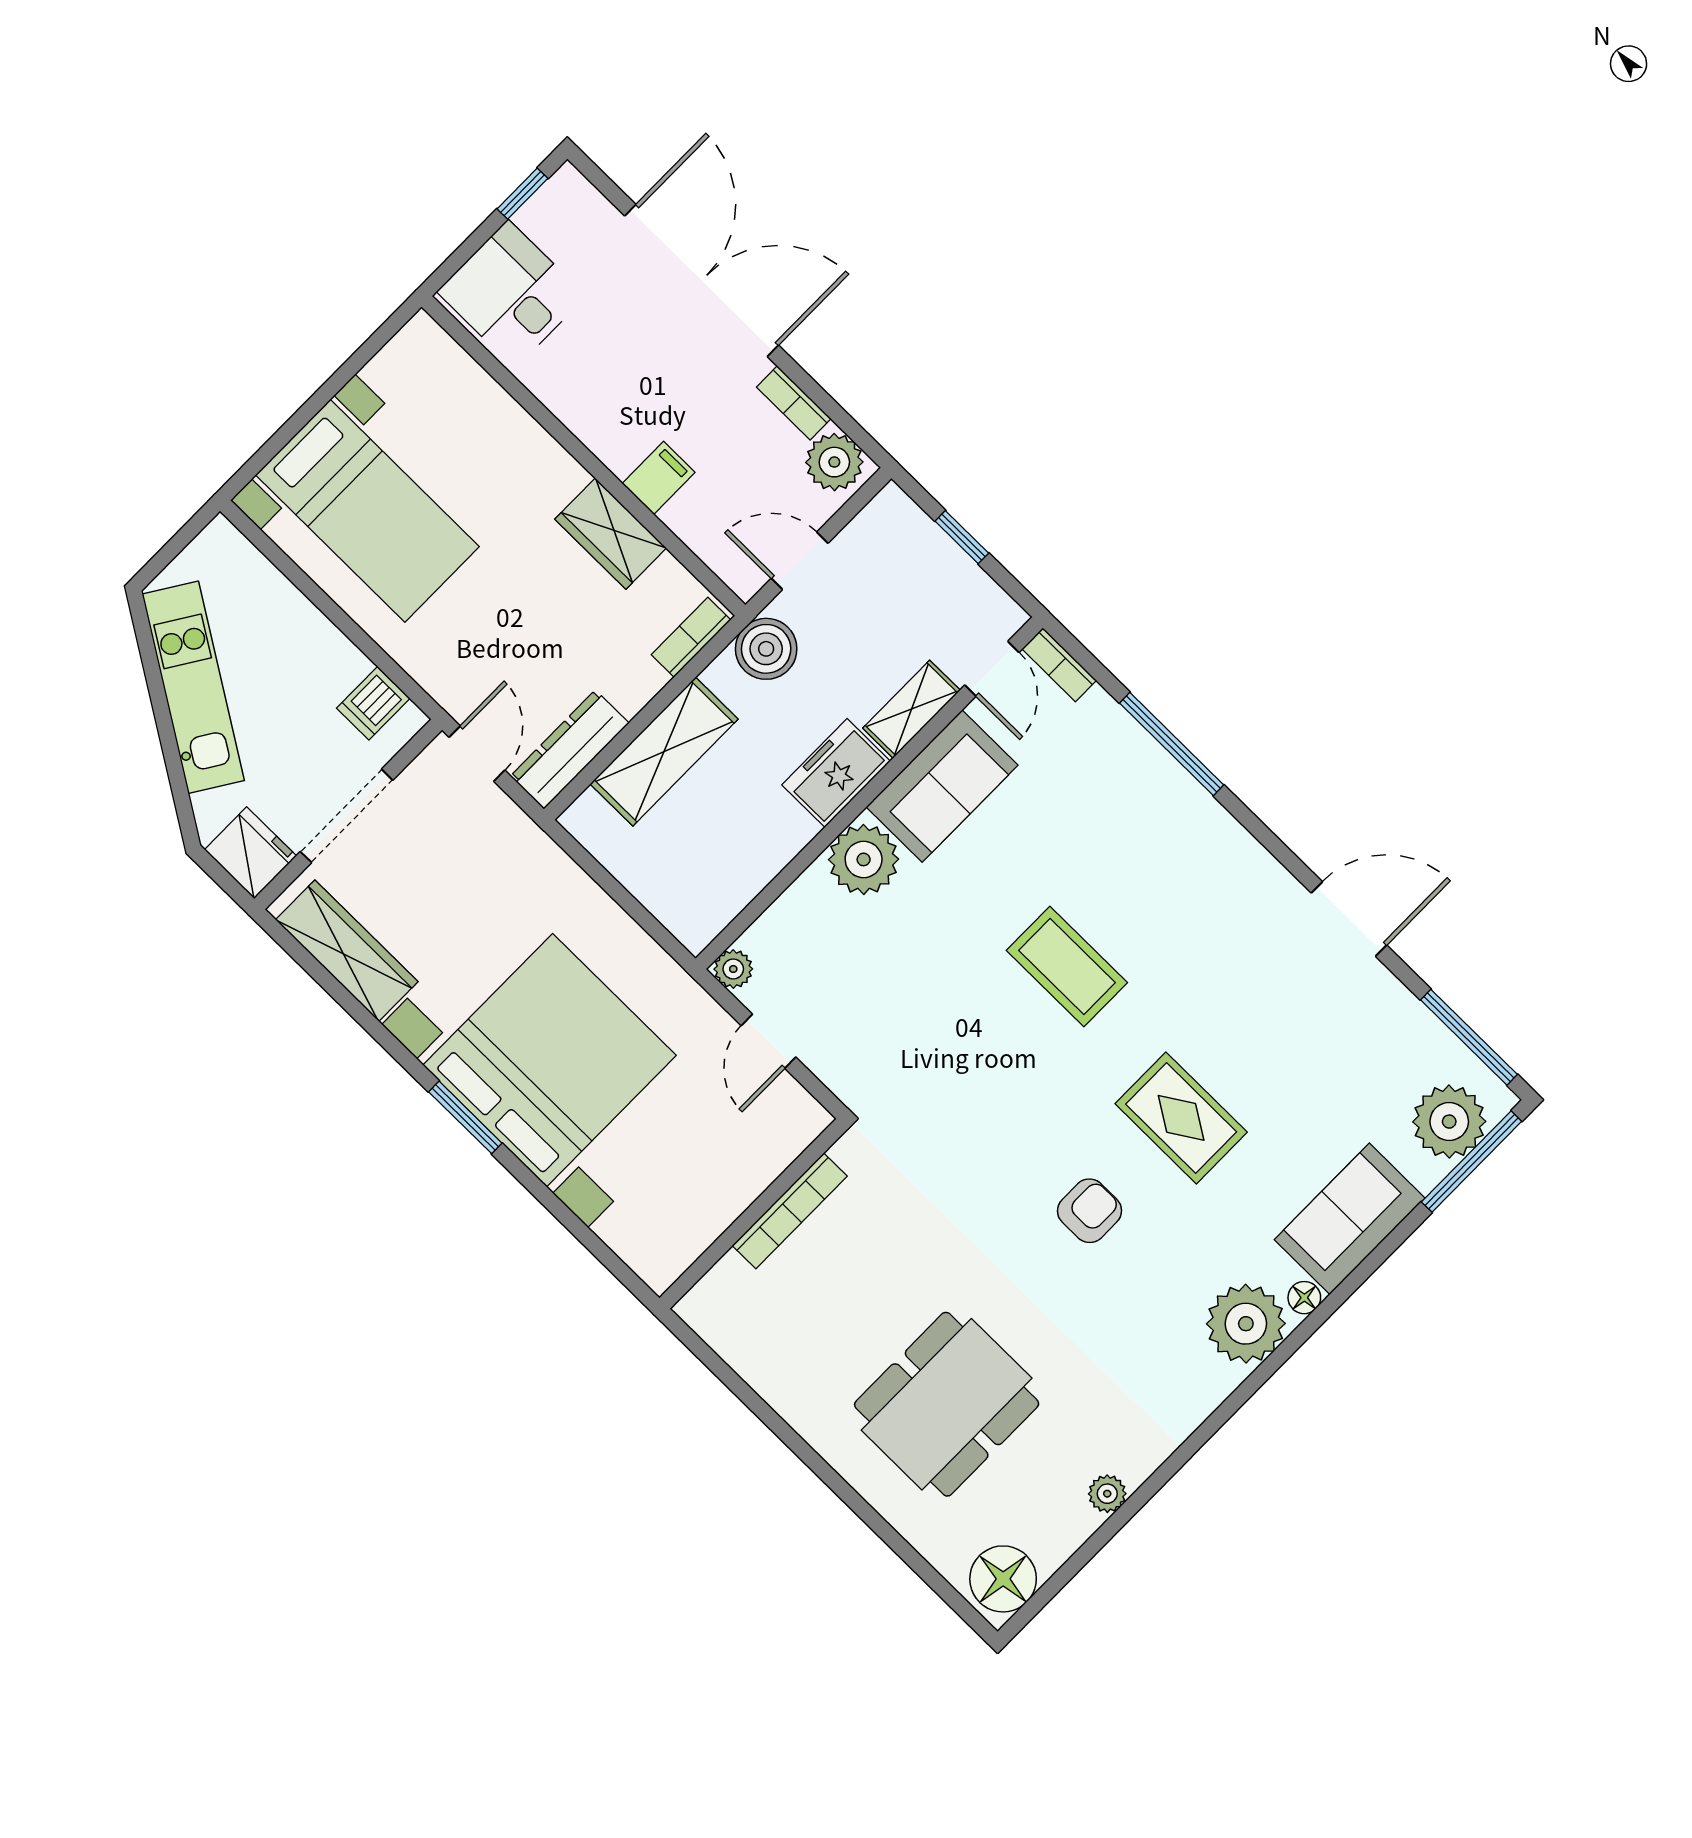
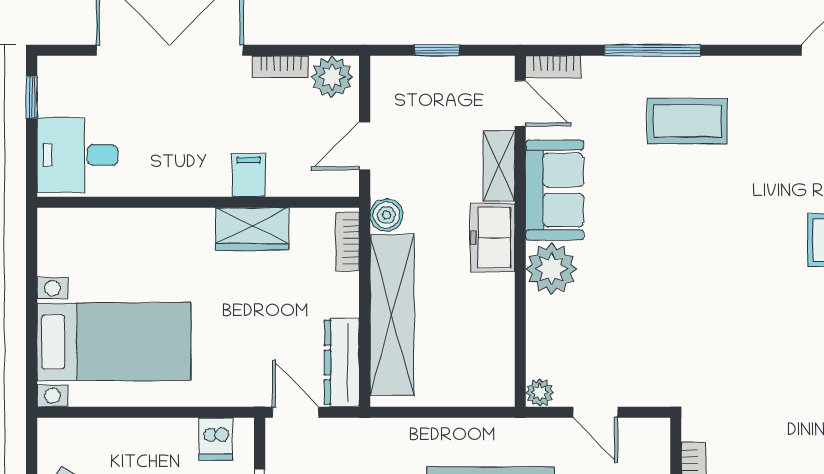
boiler: (766, 649) -> (386, 215), width x0.73, depth x0.73
shelving: (664, 751) -> (392, 315), width x1.47
coffee table: (1067, 966) -> (687, 121), moved

